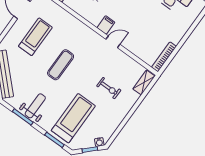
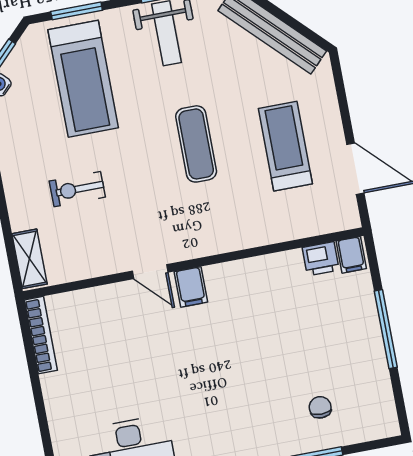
treadmill: (35, 37) -> (285, 146), turned 180
door: (113, 42) -> (150, 272), hinge flipped

